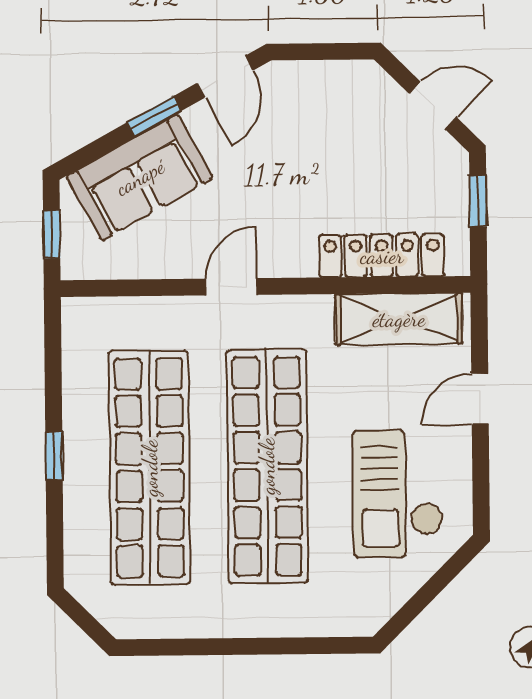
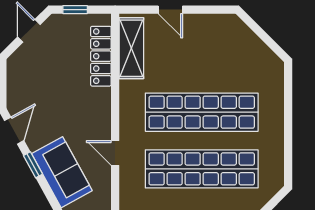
door: (225, 77) -> (14, 131), hinge flipped
door: (231, 287) -> (115, 153), moved
checkout: (398, 494) -> (215, 49), removed

